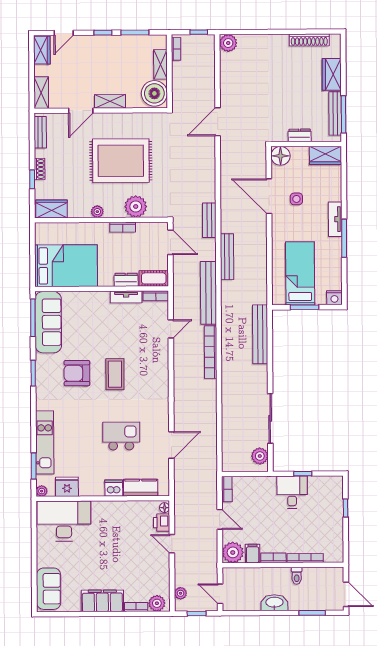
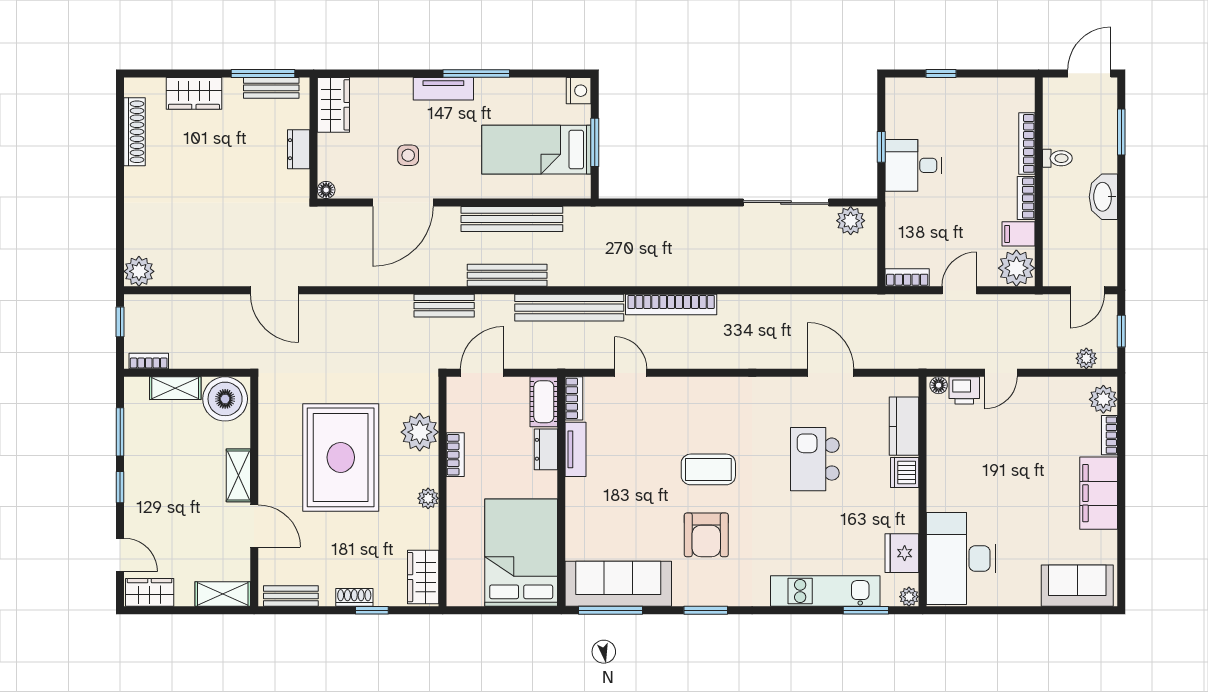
bench: (335, 113) -> (271, 88), width x0.73
floor lamp: (281, 156) -> (326, 190), width x0.53, depth x0.53
bench: (260, 334) -> (512, 219), moved

